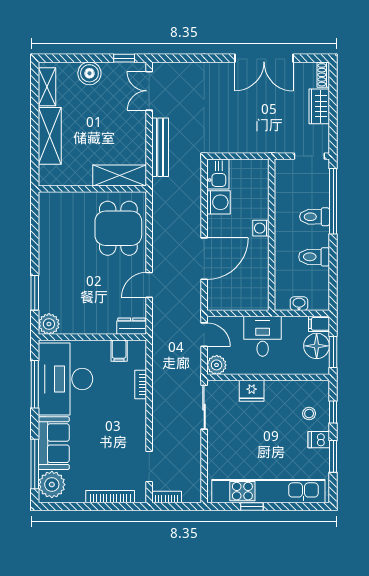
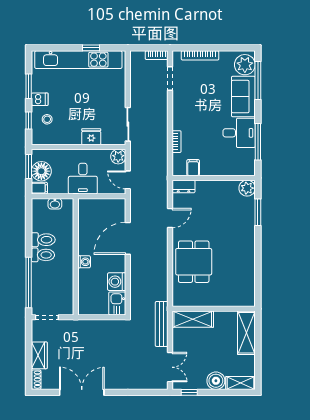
shelving: (47, 87) -> (240, 383), moved, turned 90
shelving: (120, 176) -> (193, 319), moved
wall: (92, 189) -> (214, 309), moved
toilet: (314, 217) -> (43, 255), moved
desk: (65, 379) -> (239, 133), width x0.53, depth x0.77

